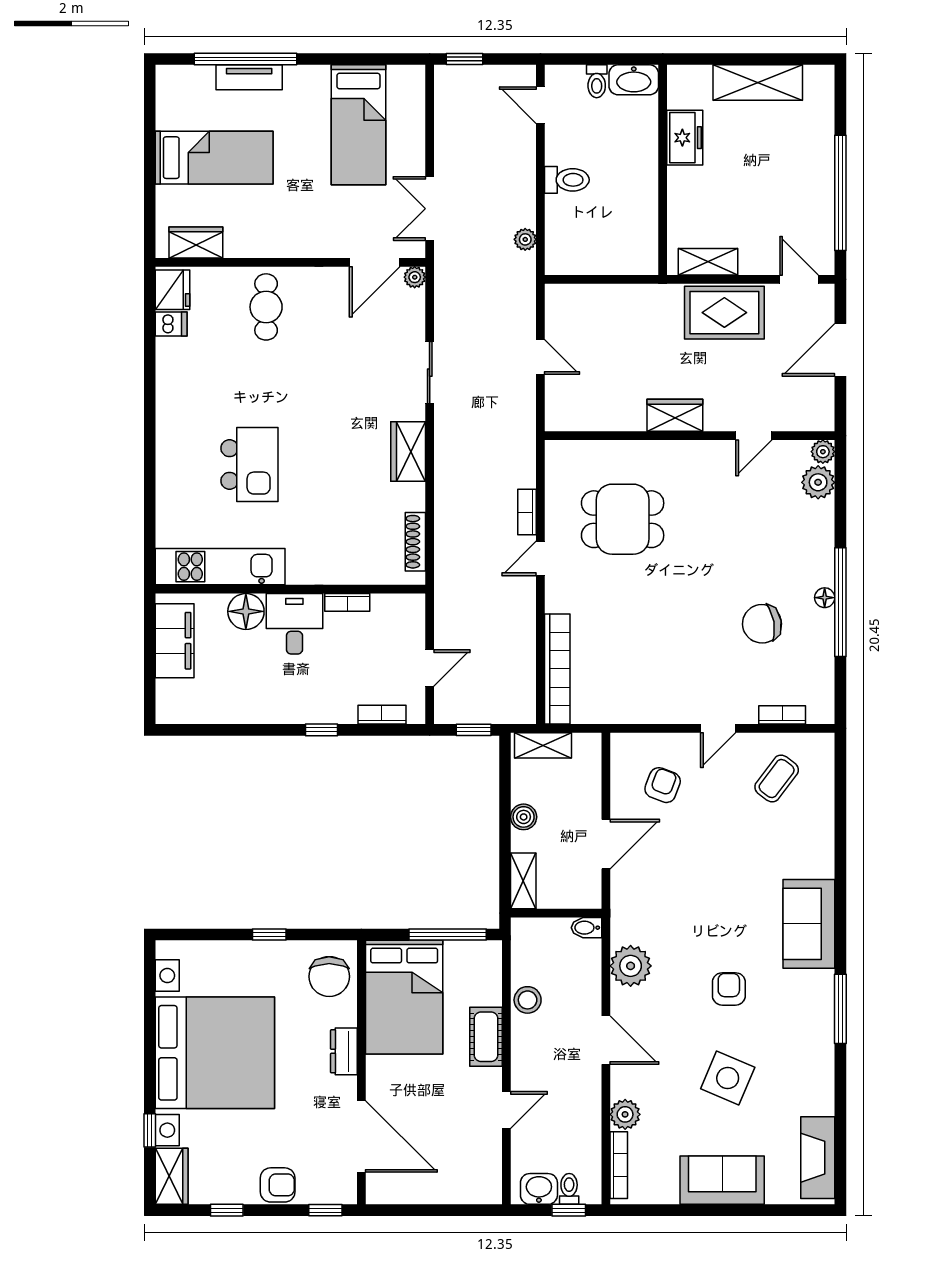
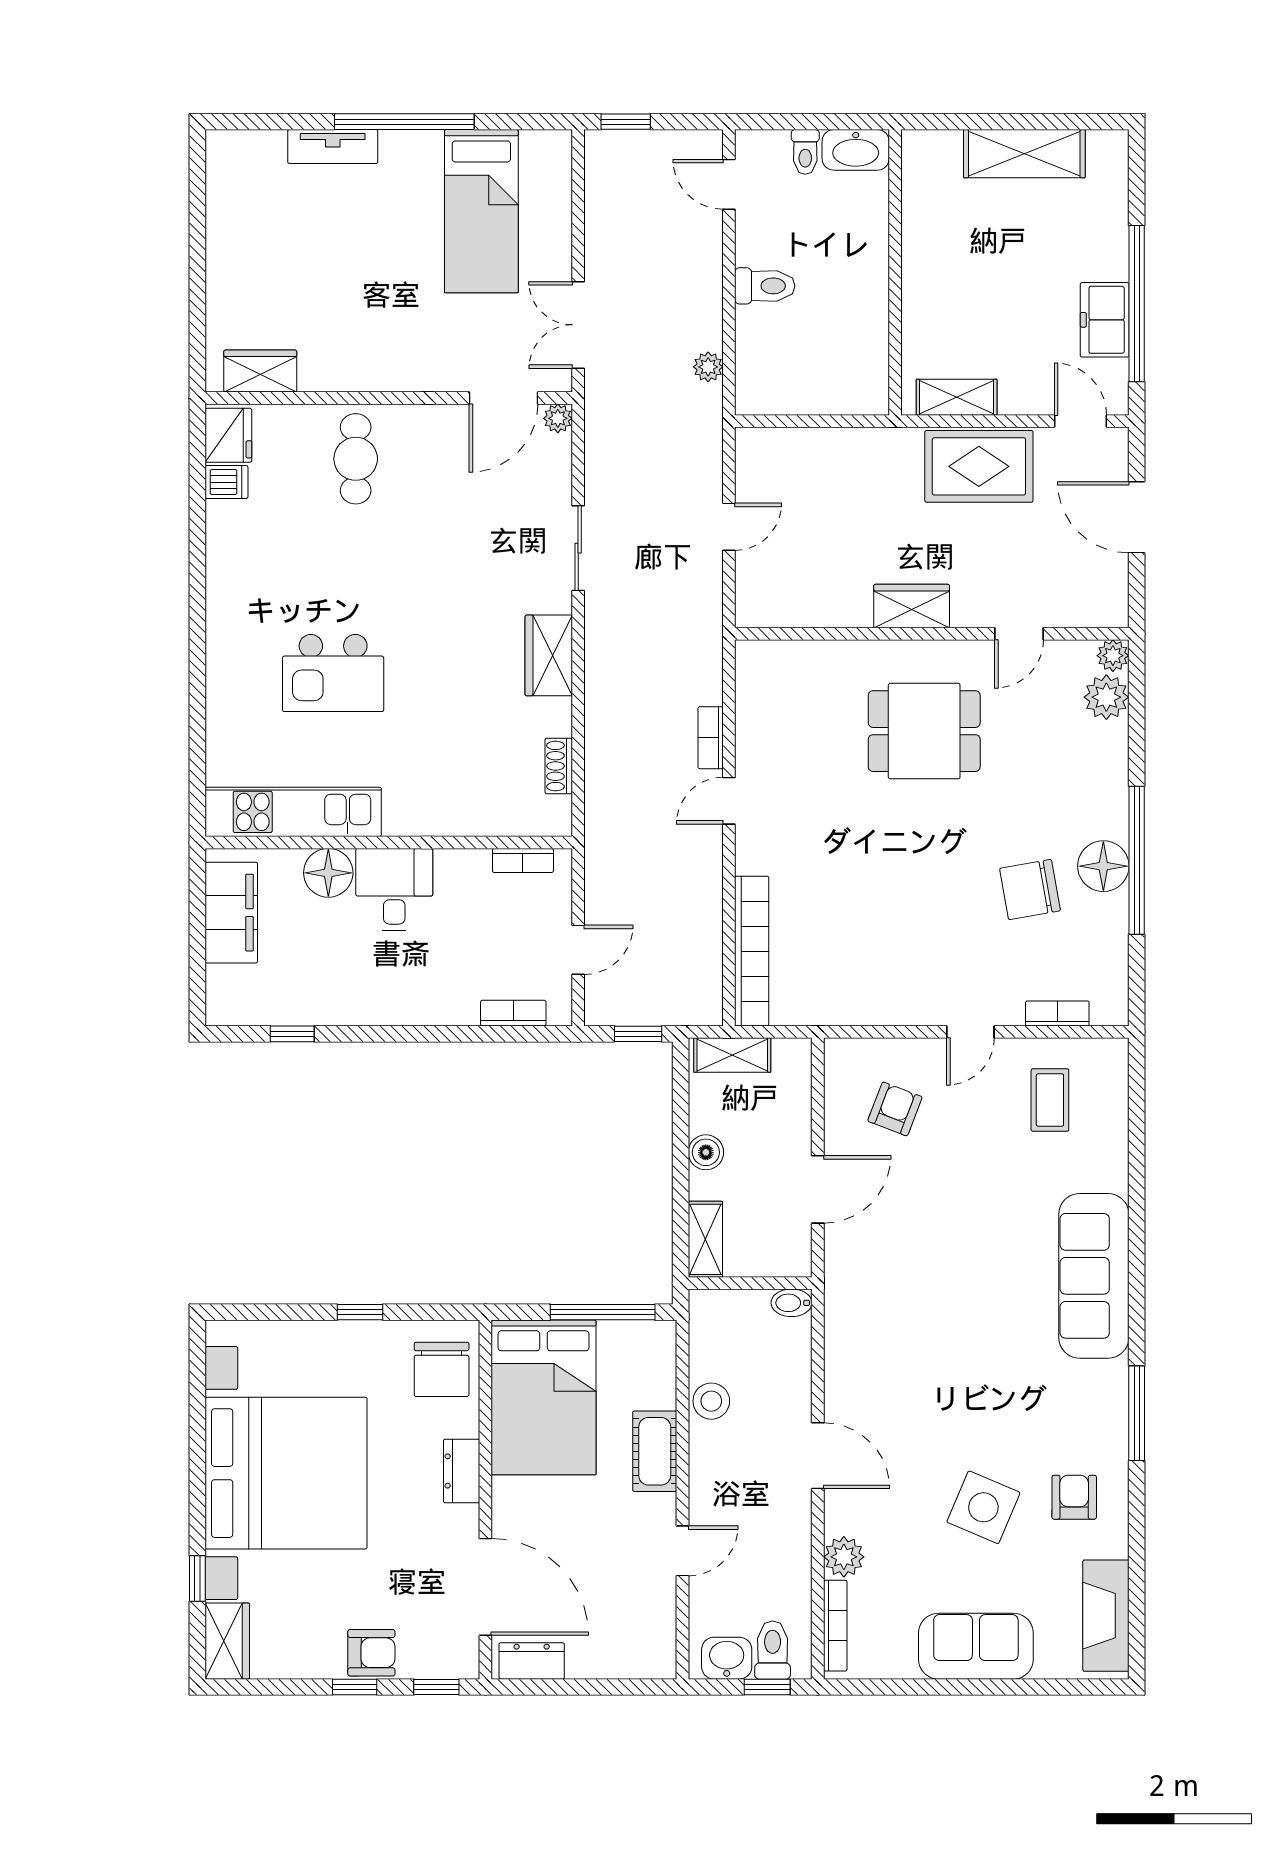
window: (246, 59) -> (404, 122), moved
freezer: (685, 138) -> (1105, 320), moved, turned 180
bed: (214, 158) -> (285, 256), removed
door: (840, 350) -> (1137, 517), hinge flipped
door: (540, 357) -> (729, 527), hinge flipped
kitchen island: (249, 465) -> (333, 673), turned 90
dining table: (623, 519) -> (924, 731), moved
shoe rack: (415, 542) -> (559, 766), width x0.70
floor lamp: (825, 598) -> (1103, 866), width x1.89, depth x1.89
bookcase: (347, 602) -> (523, 860), moved
window: (321, 730) -> (292, 1034), moved
coffee table: (777, 779) -> (1050, 1100), turned -37
sofa: (809, 924) -> (1094, 1276), width x1.36
plant: (631, 966) -> (851, 1355), removed
armchair: (729, 989) -> (1074, 1497), moved
toilet: (569, 1189) -> (773, 1650), width x1.37, depth x1.39
dresser: (395, 1191) -> (532, 1661), added
window: (227, 1210) -> (355, 1687), moved

